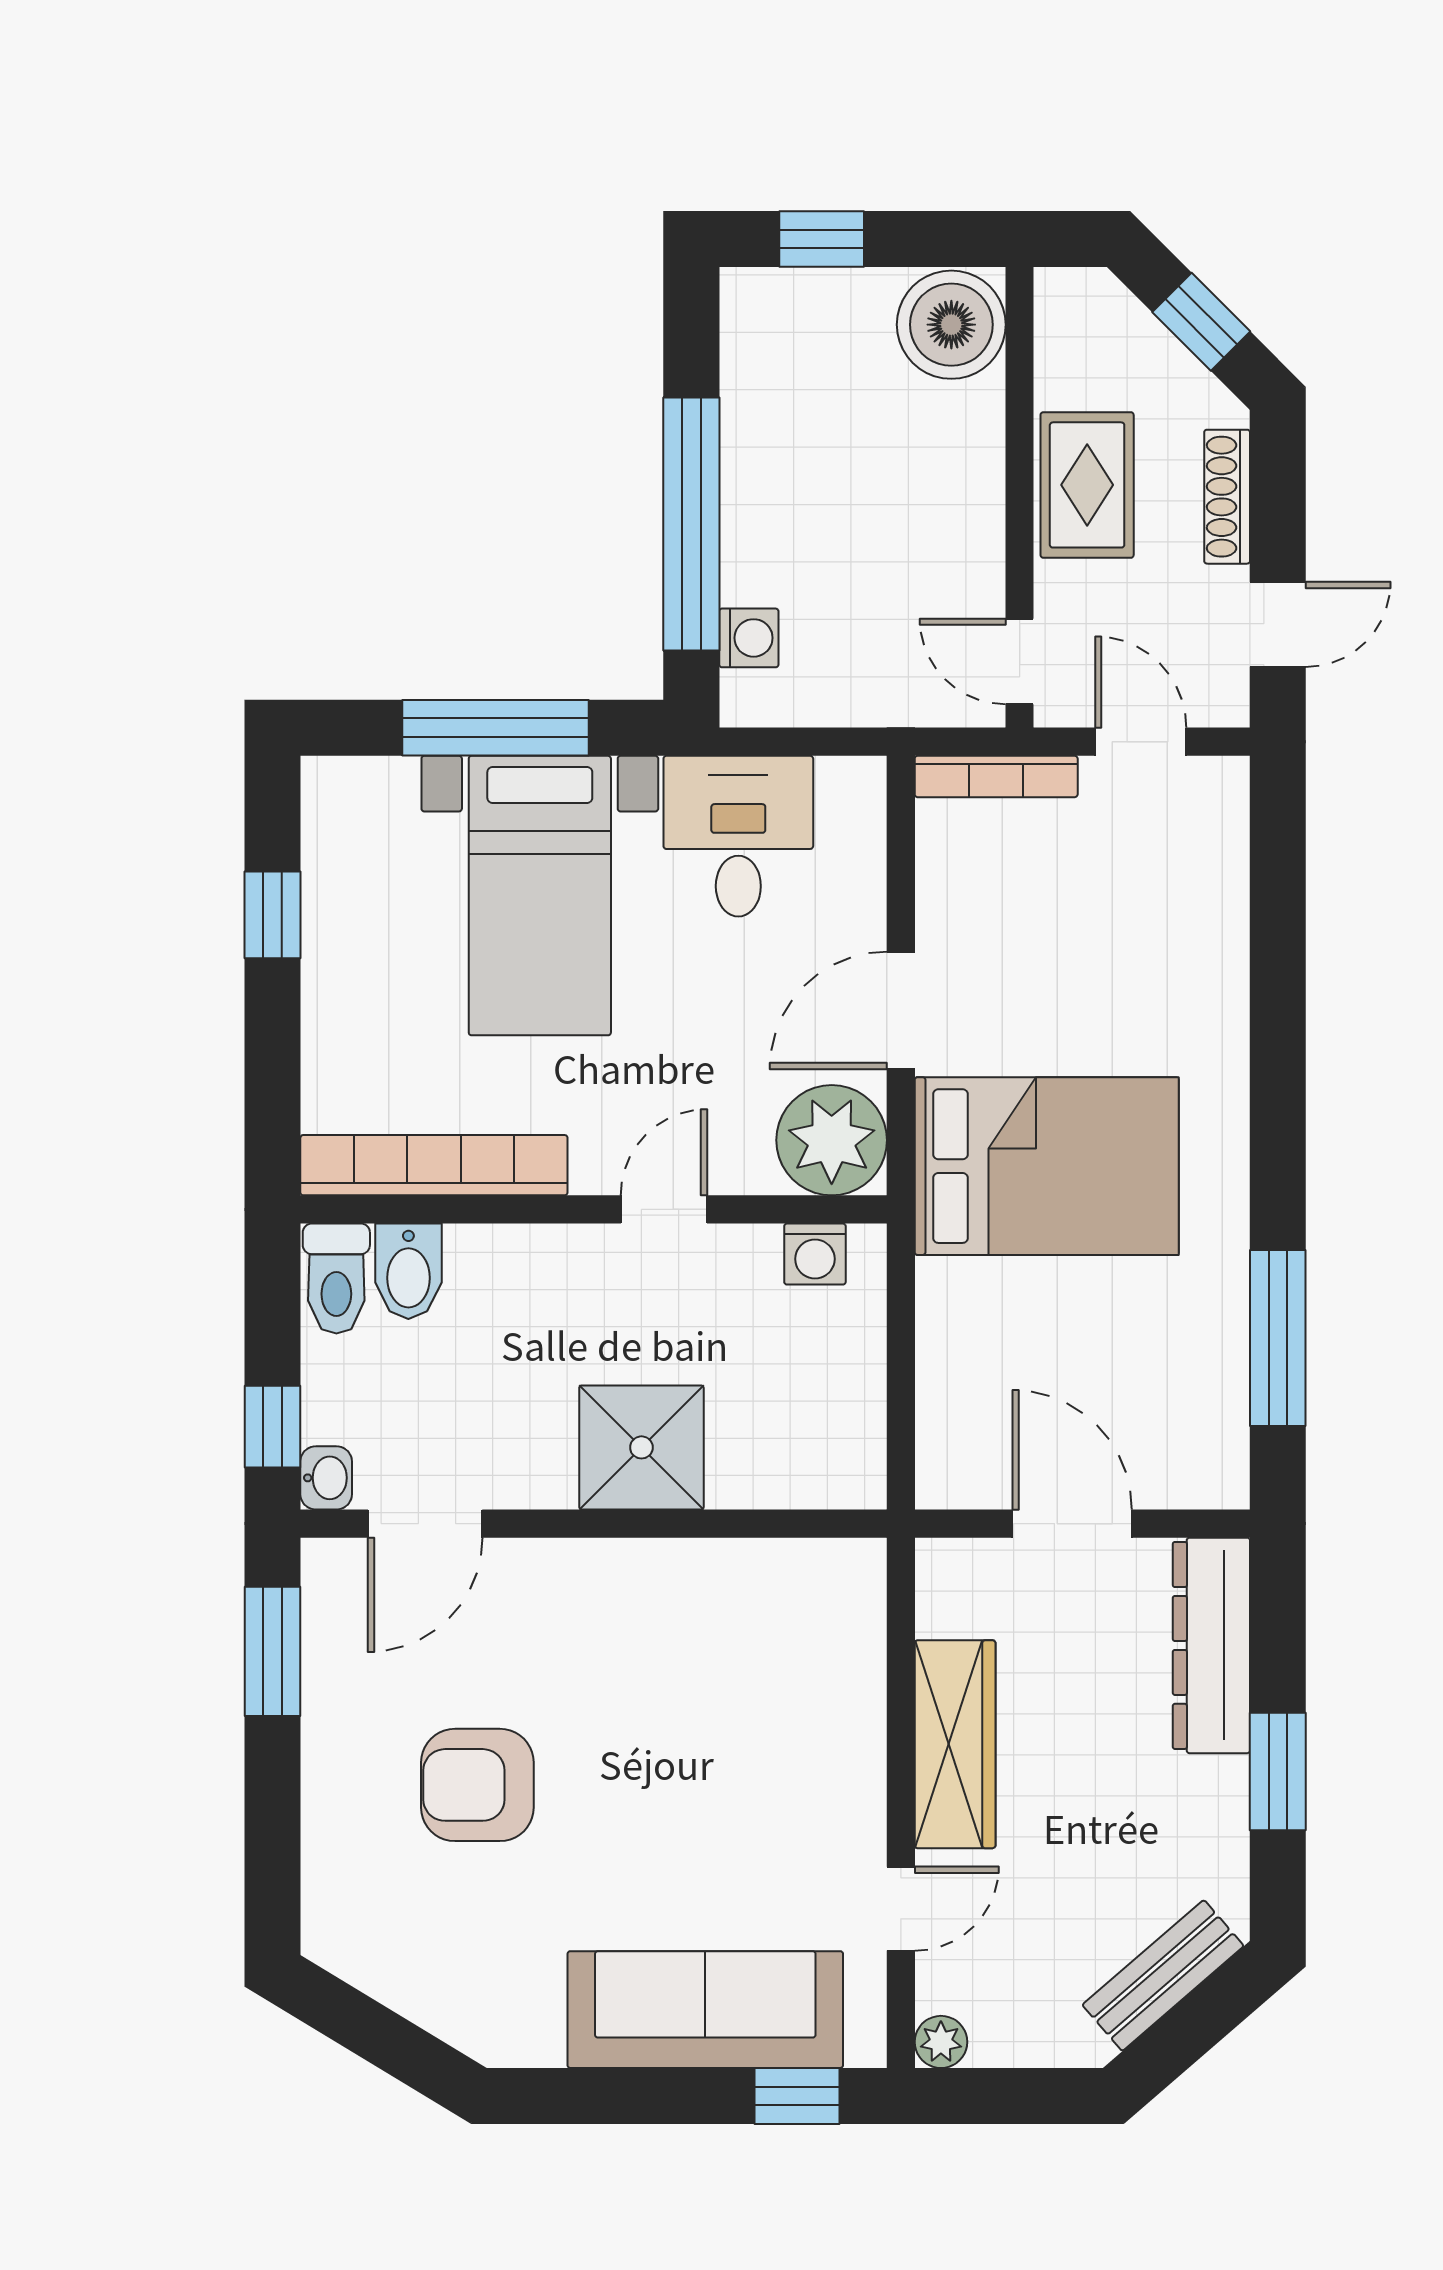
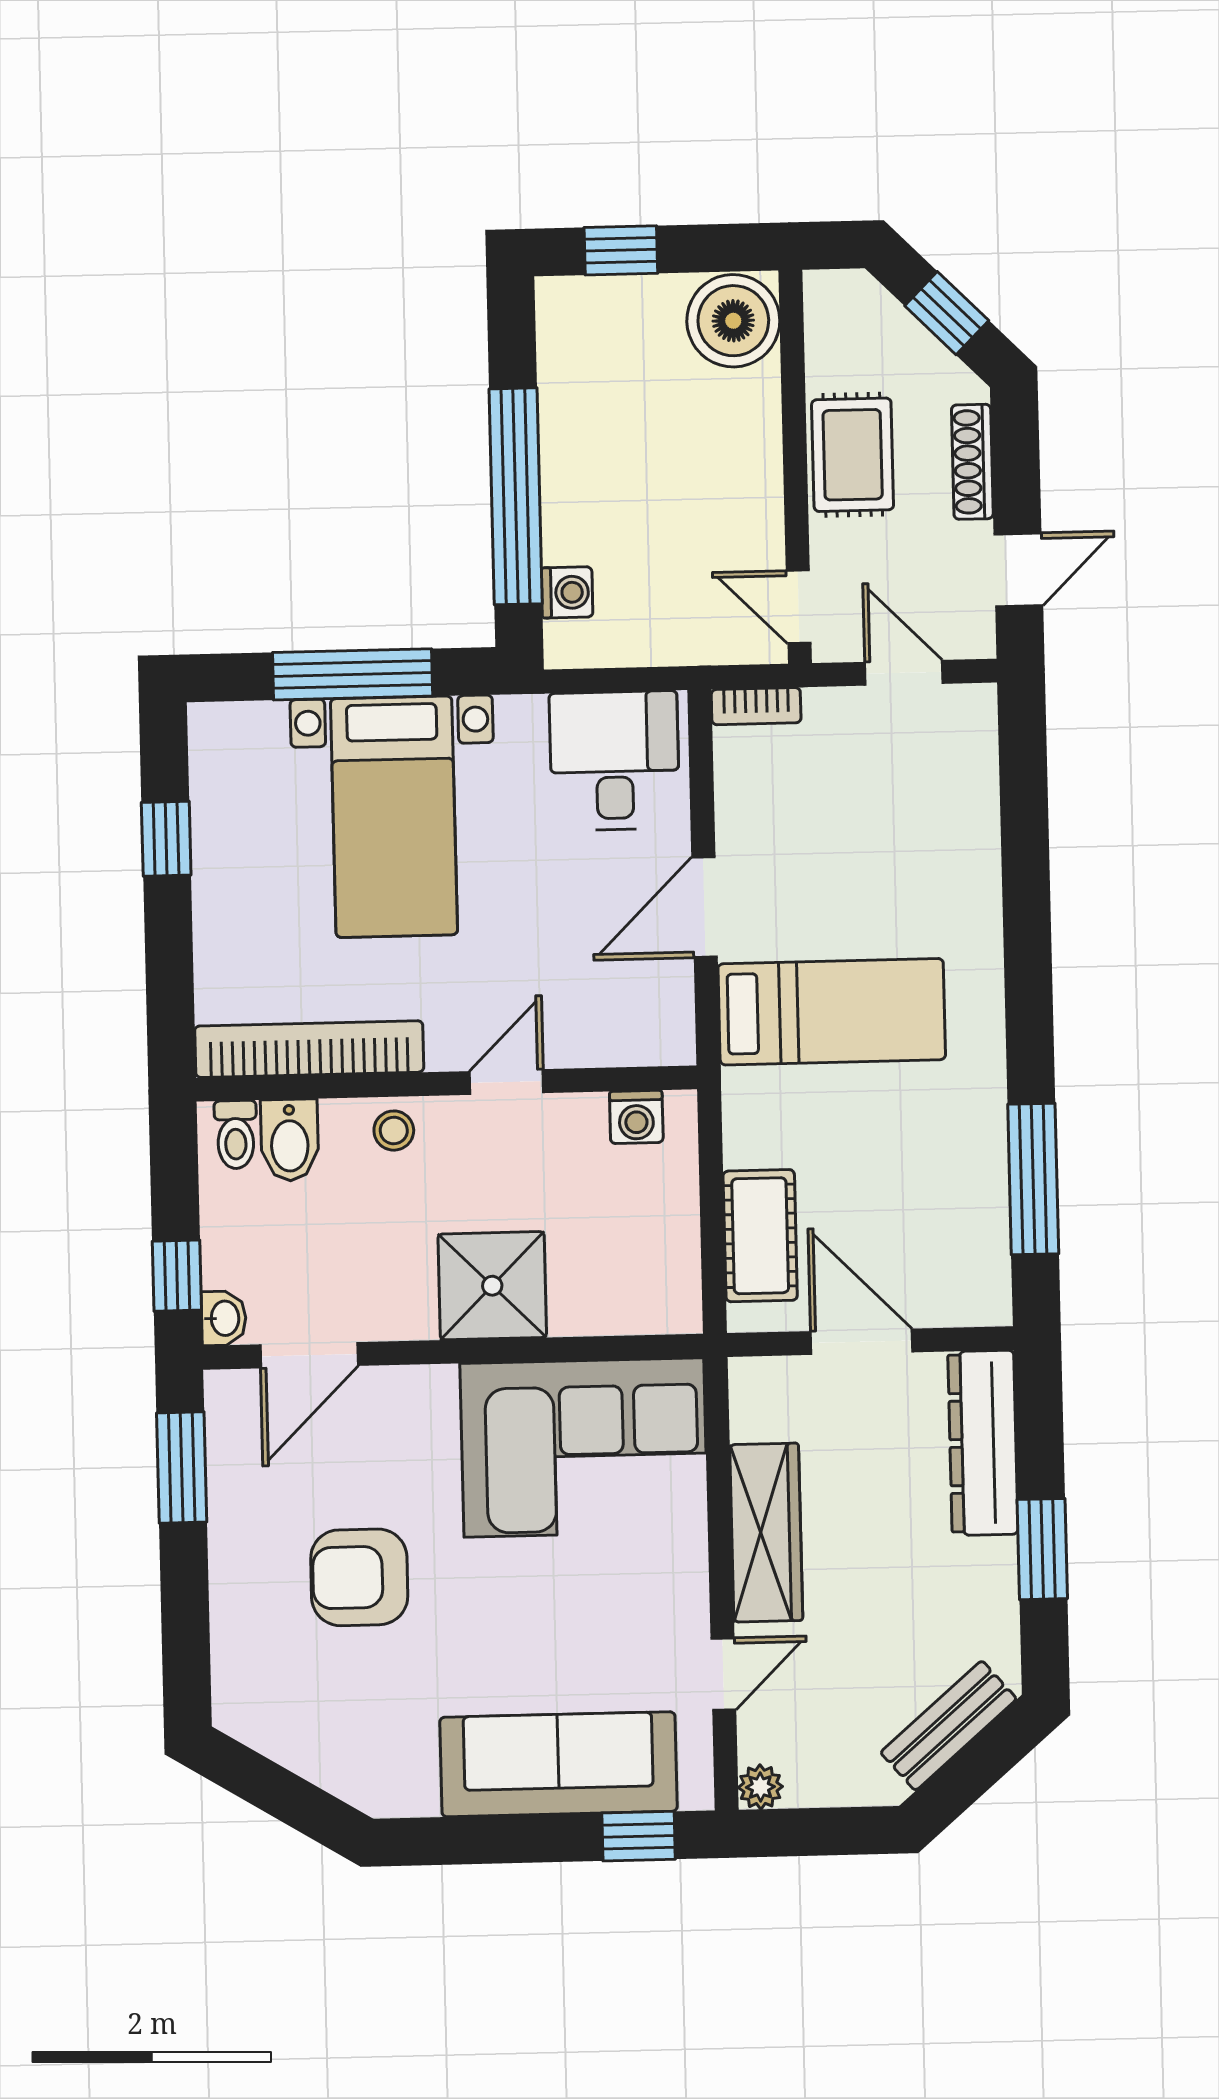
bookcase: (996, 776) -> (756, 706), width x0.64
desk: (738, 836) -> (614, 761), moved
plant: (832, 1140) -> (648, 1019), removed
bed: (1047, 1166) -> (832, 1012), width x0.67
stool: (531, 1263) -> (394, 1131), added
toilet: (336, 1279) -> (236, 1135), width x0.73, depth x0.72
cot: (957, 1397) -> (760, 1236), added
corner sofa: (744, 1639) -> (584, 1447), added

